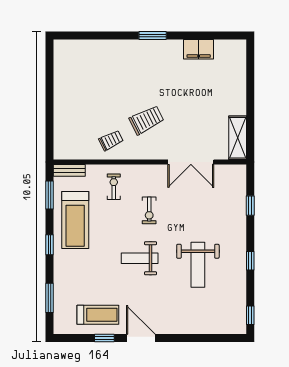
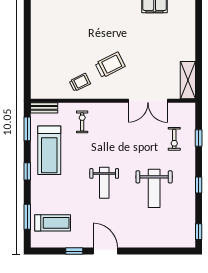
exercise bike: (149, 210) -> (174, 139), moved
weight bench: (140, 258) -> (104, 183), turned -90
treadmill: (98, 315) -> (53, 223), moved

